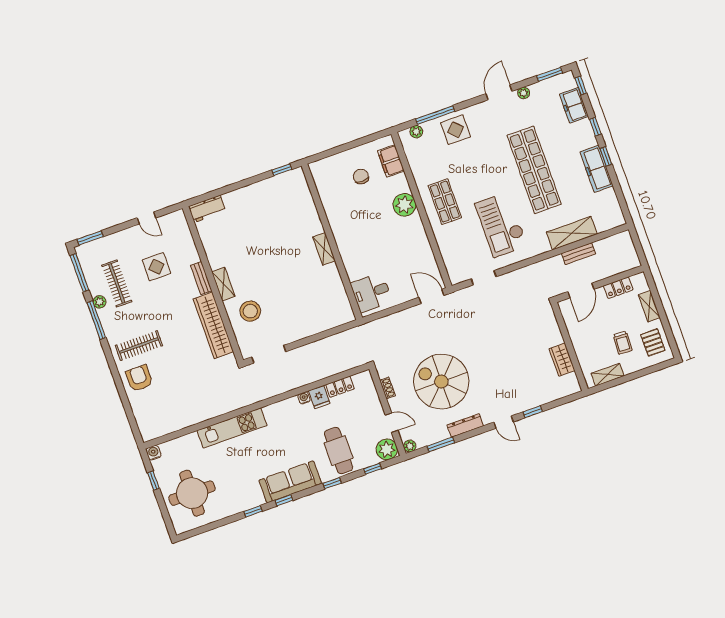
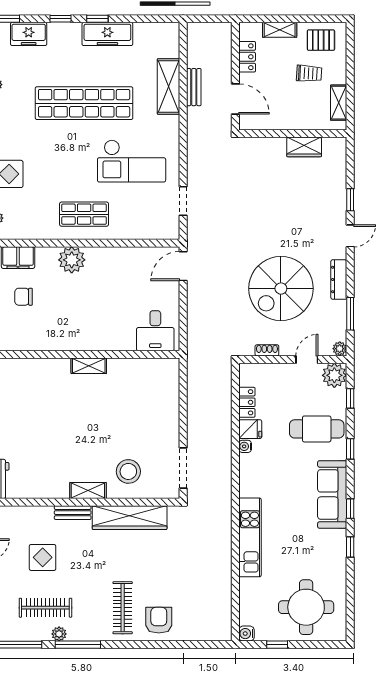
armchair: (139, 378) -> (159, 620), turned 90

